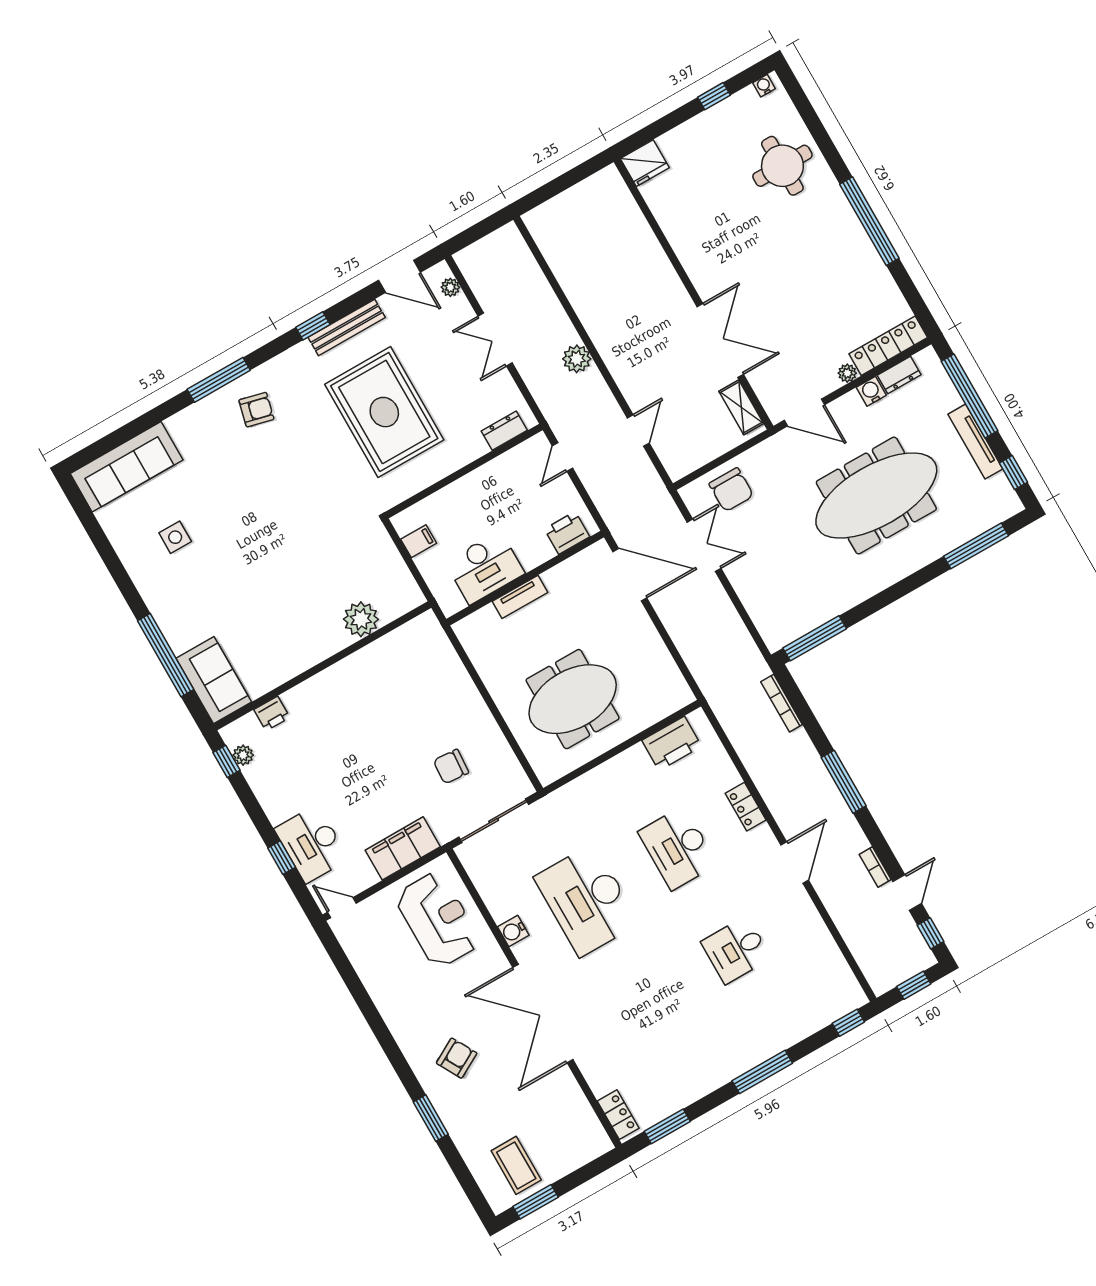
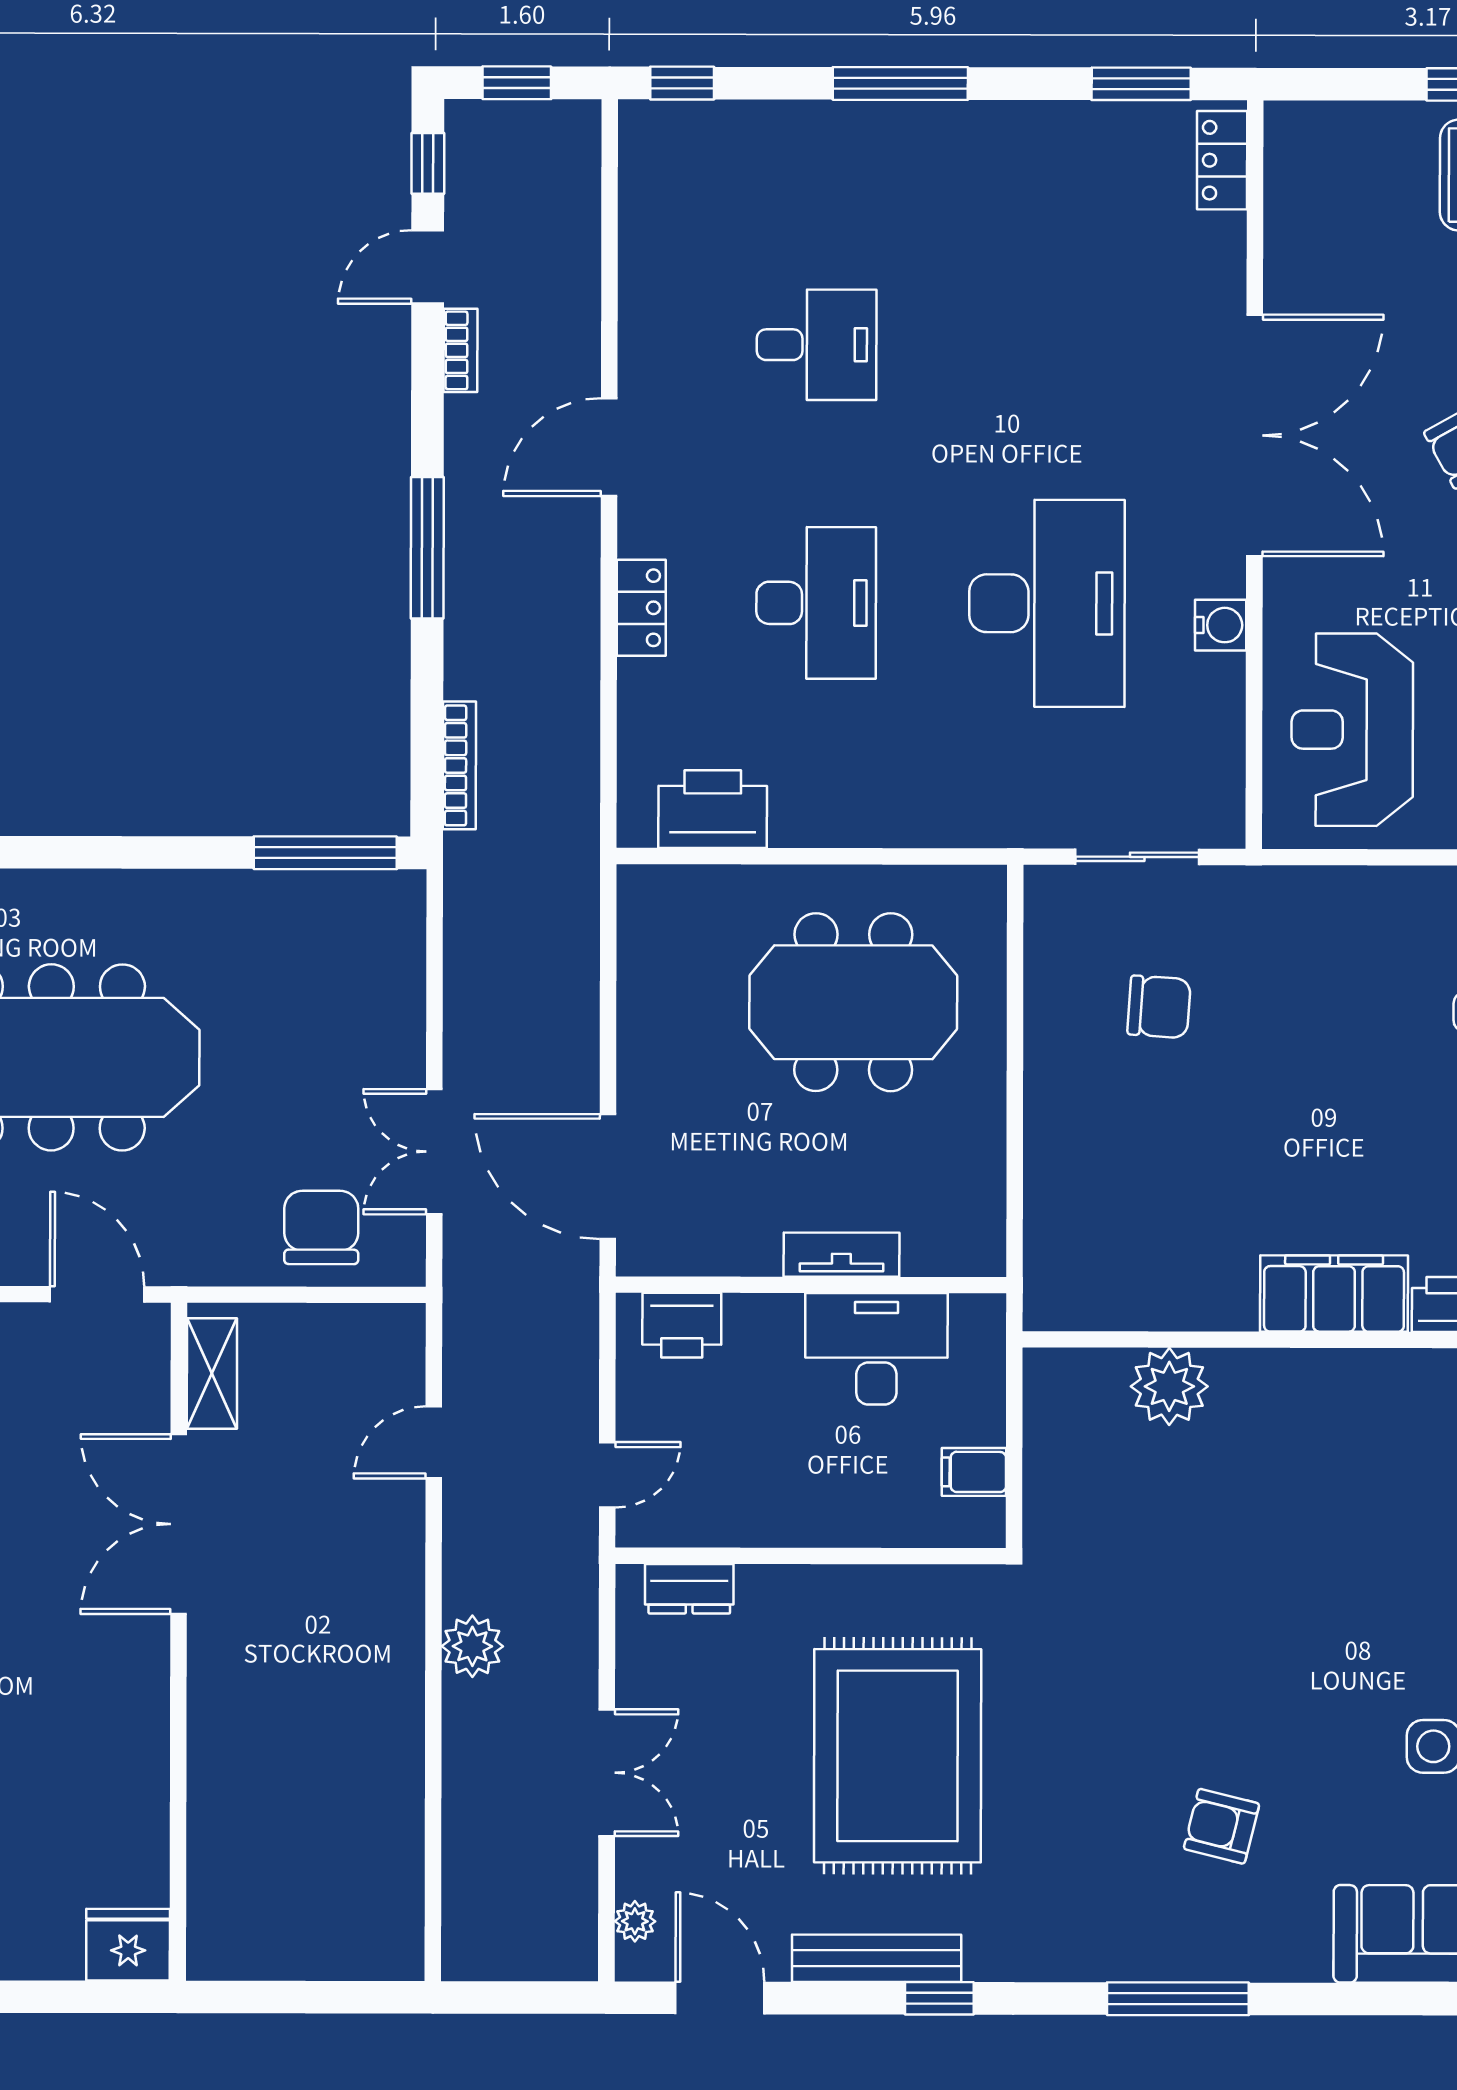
armchair: (256, 410) -> (1222, 1826), moved
sliding door: (494, 821) -> (1137, 857), width x0.73
filing cabinet: (403, 848) -> (1334, 1294), moved, turned 180

